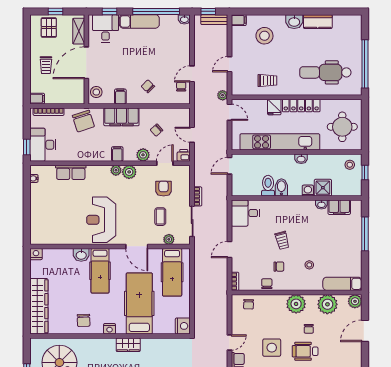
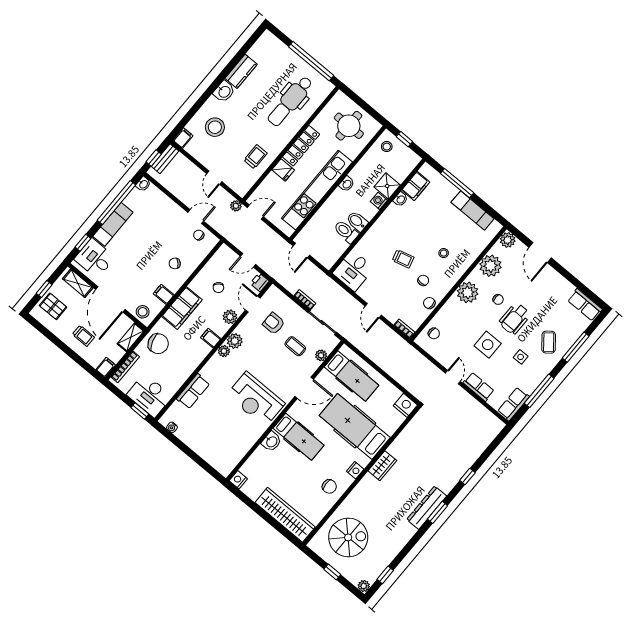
door: (192, 74) -> (196, 217), swing flipped
shelving: (72, 98) -> (131, 337), added
exam couch: (342, 284) -> (473, 211), moved, turned -90

